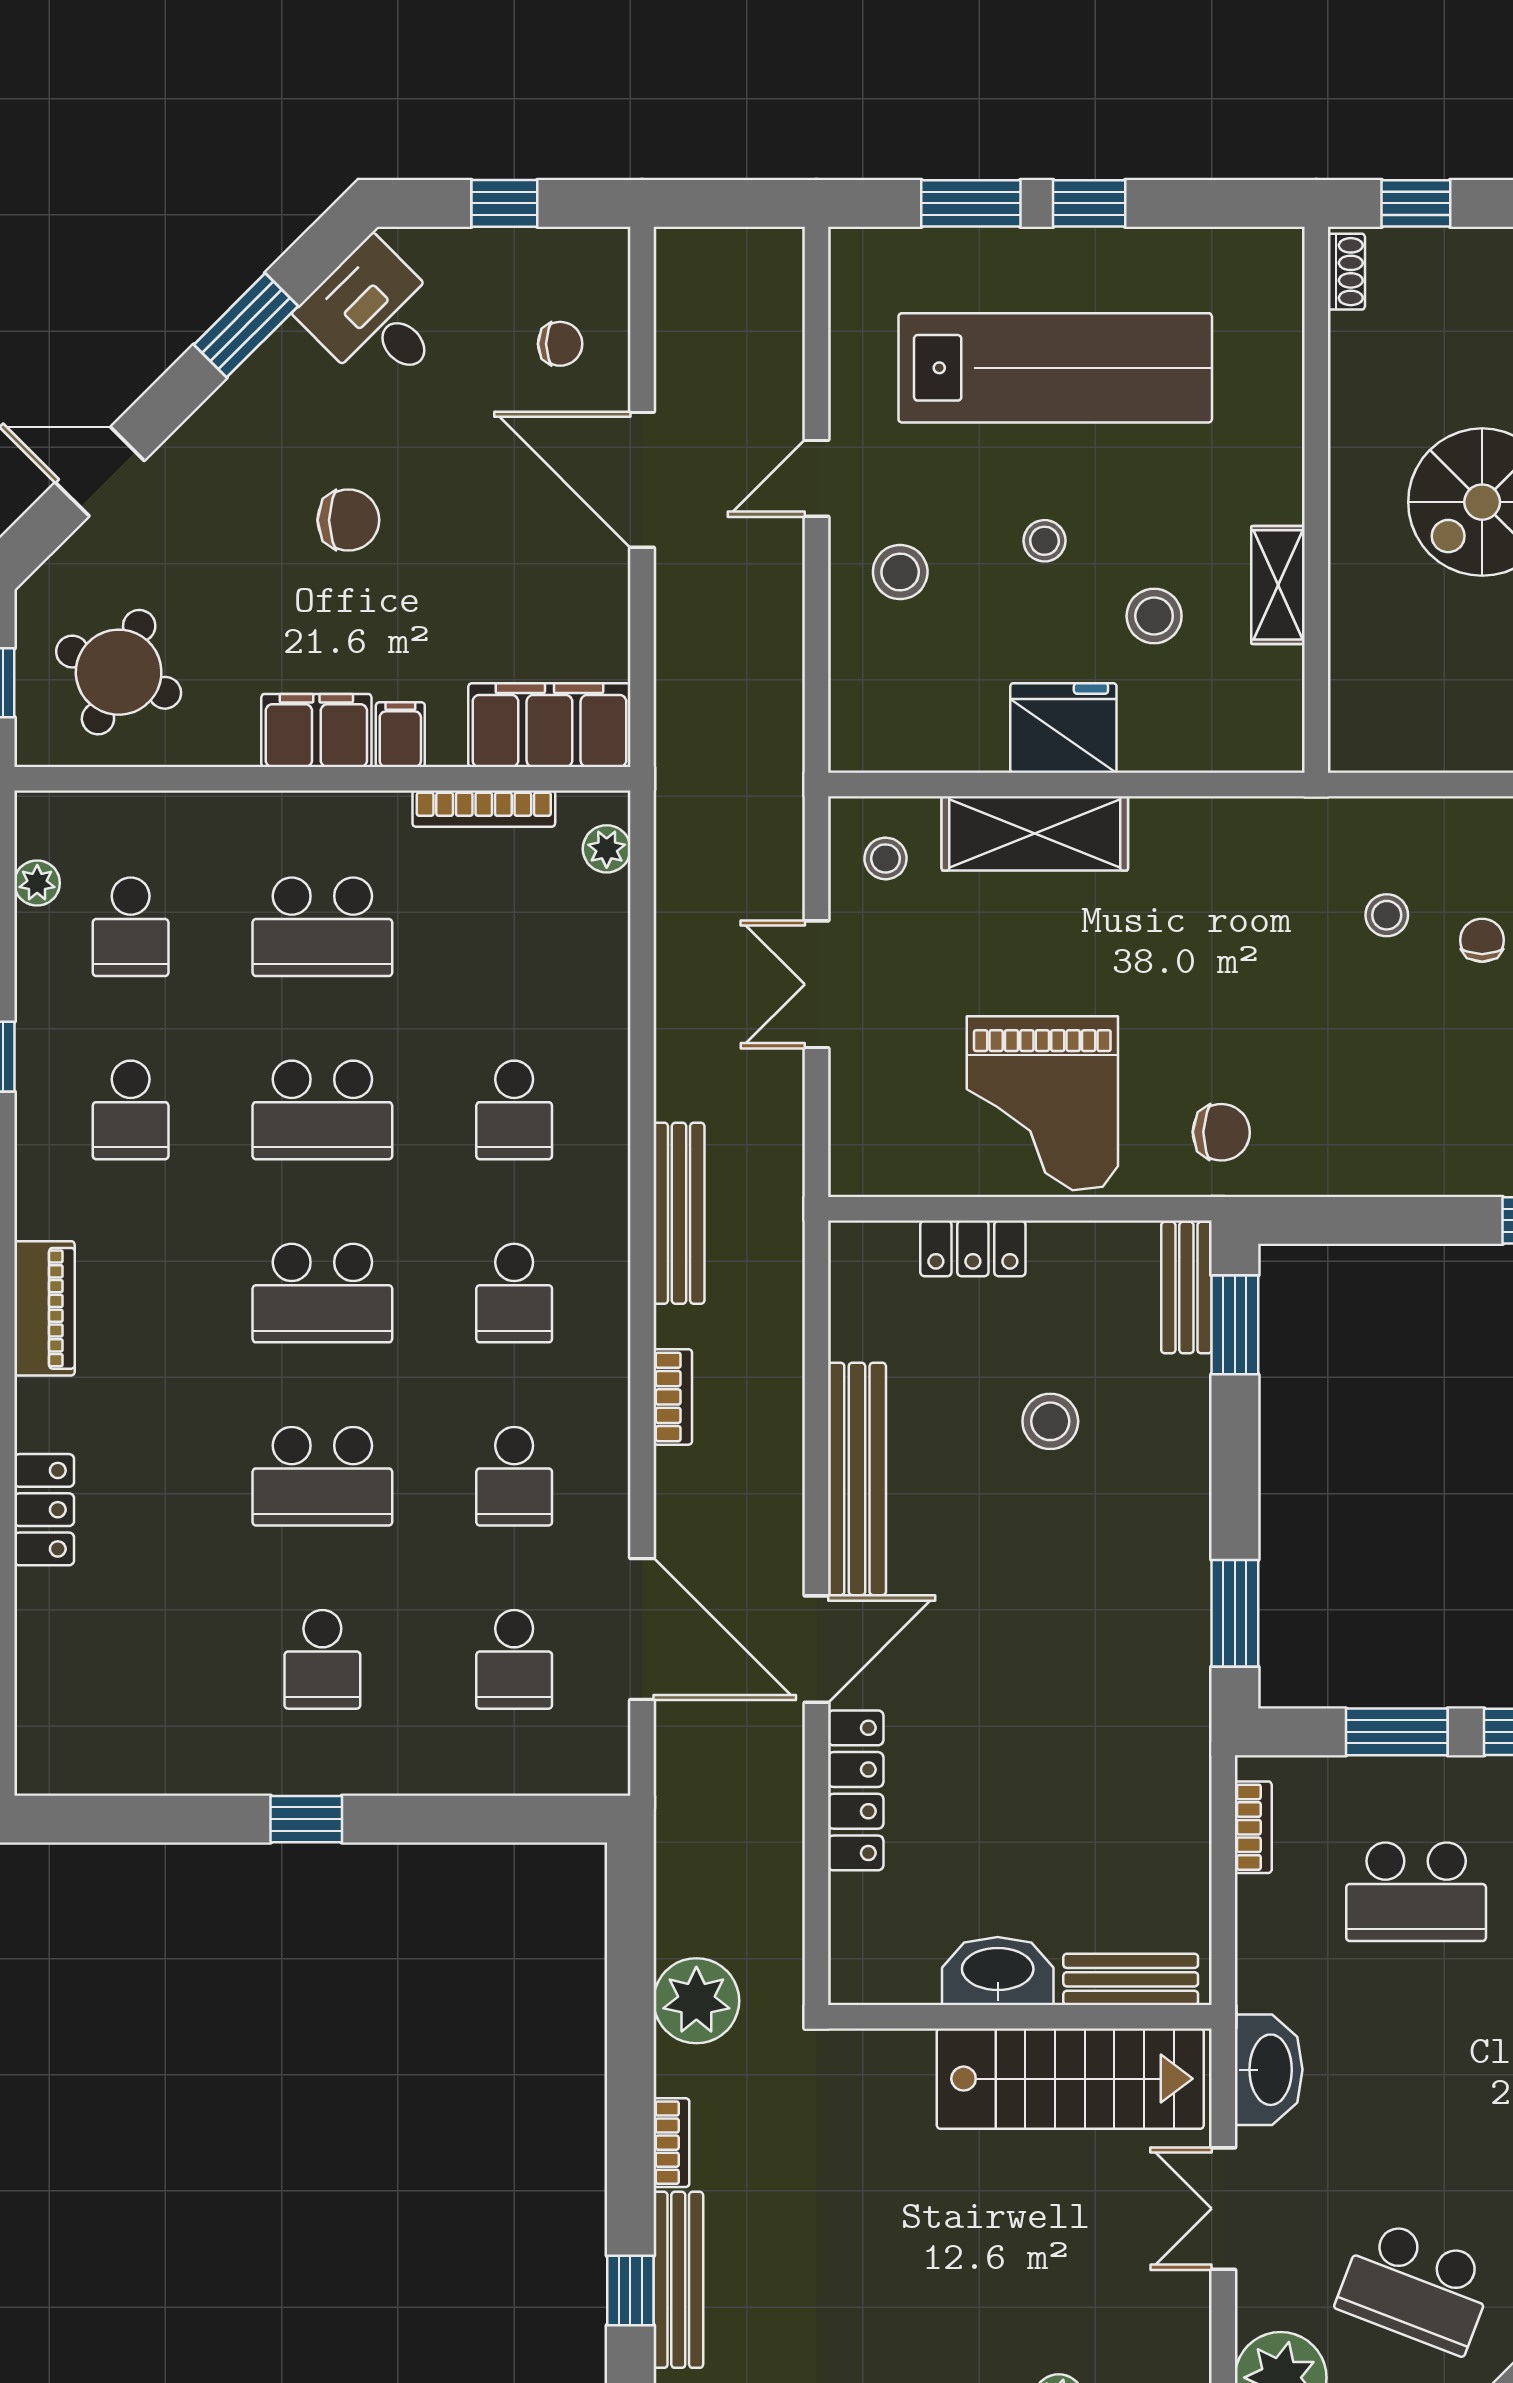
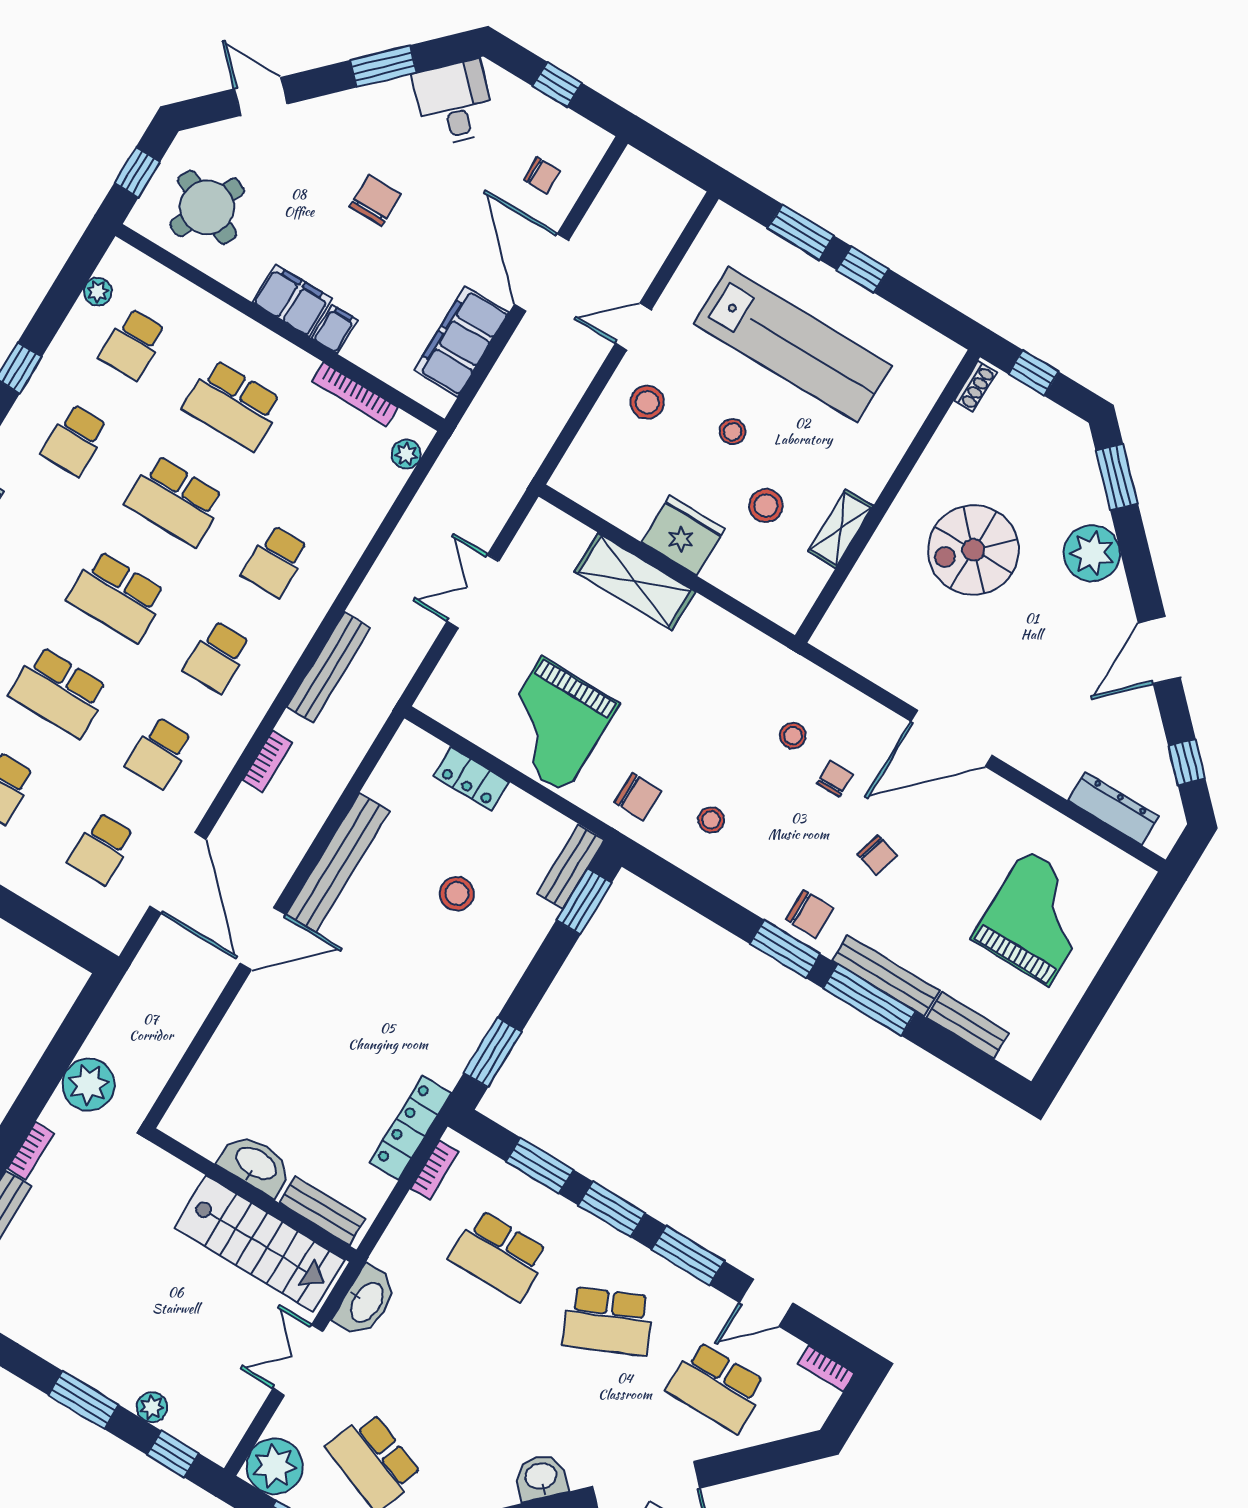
chair: (348, 520) -> (375, 200), turned -90
filing cabinet: (549, 725) -> (461, 341), moved, turned -90
stool: (886, 858) -> (711, 820), moved
locker: (856, 1790) -> (411, 1128), moved, turned 180

